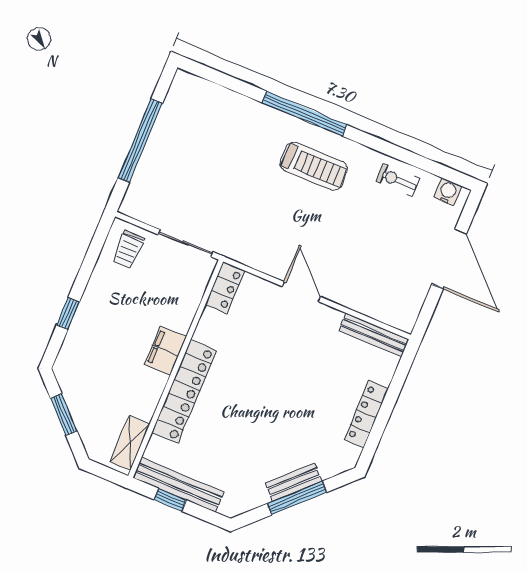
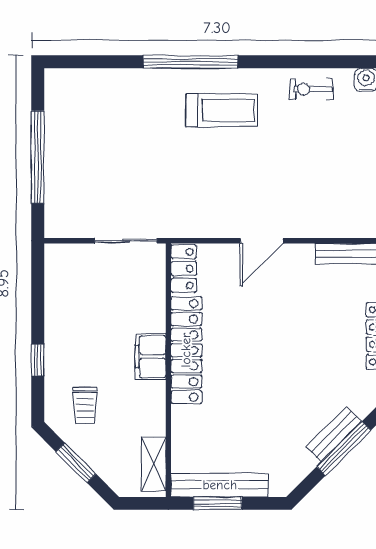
trolley: (128, 249) -> (85, 405), moved
door: (301, 292) -> (262, 241), swing flipped
locker: (184, 391) -> (186, 350), moved
window: (170, 500) -> (218, 503), width x1.50

